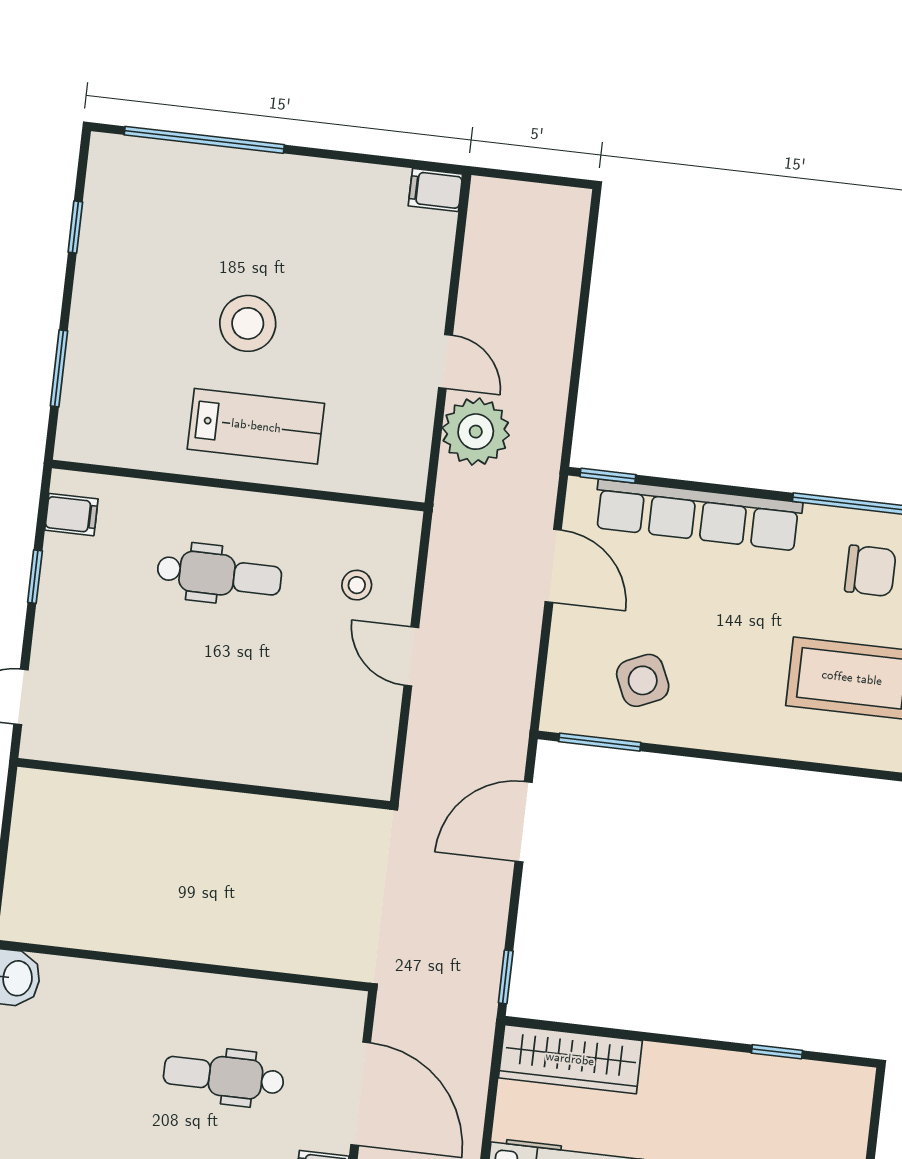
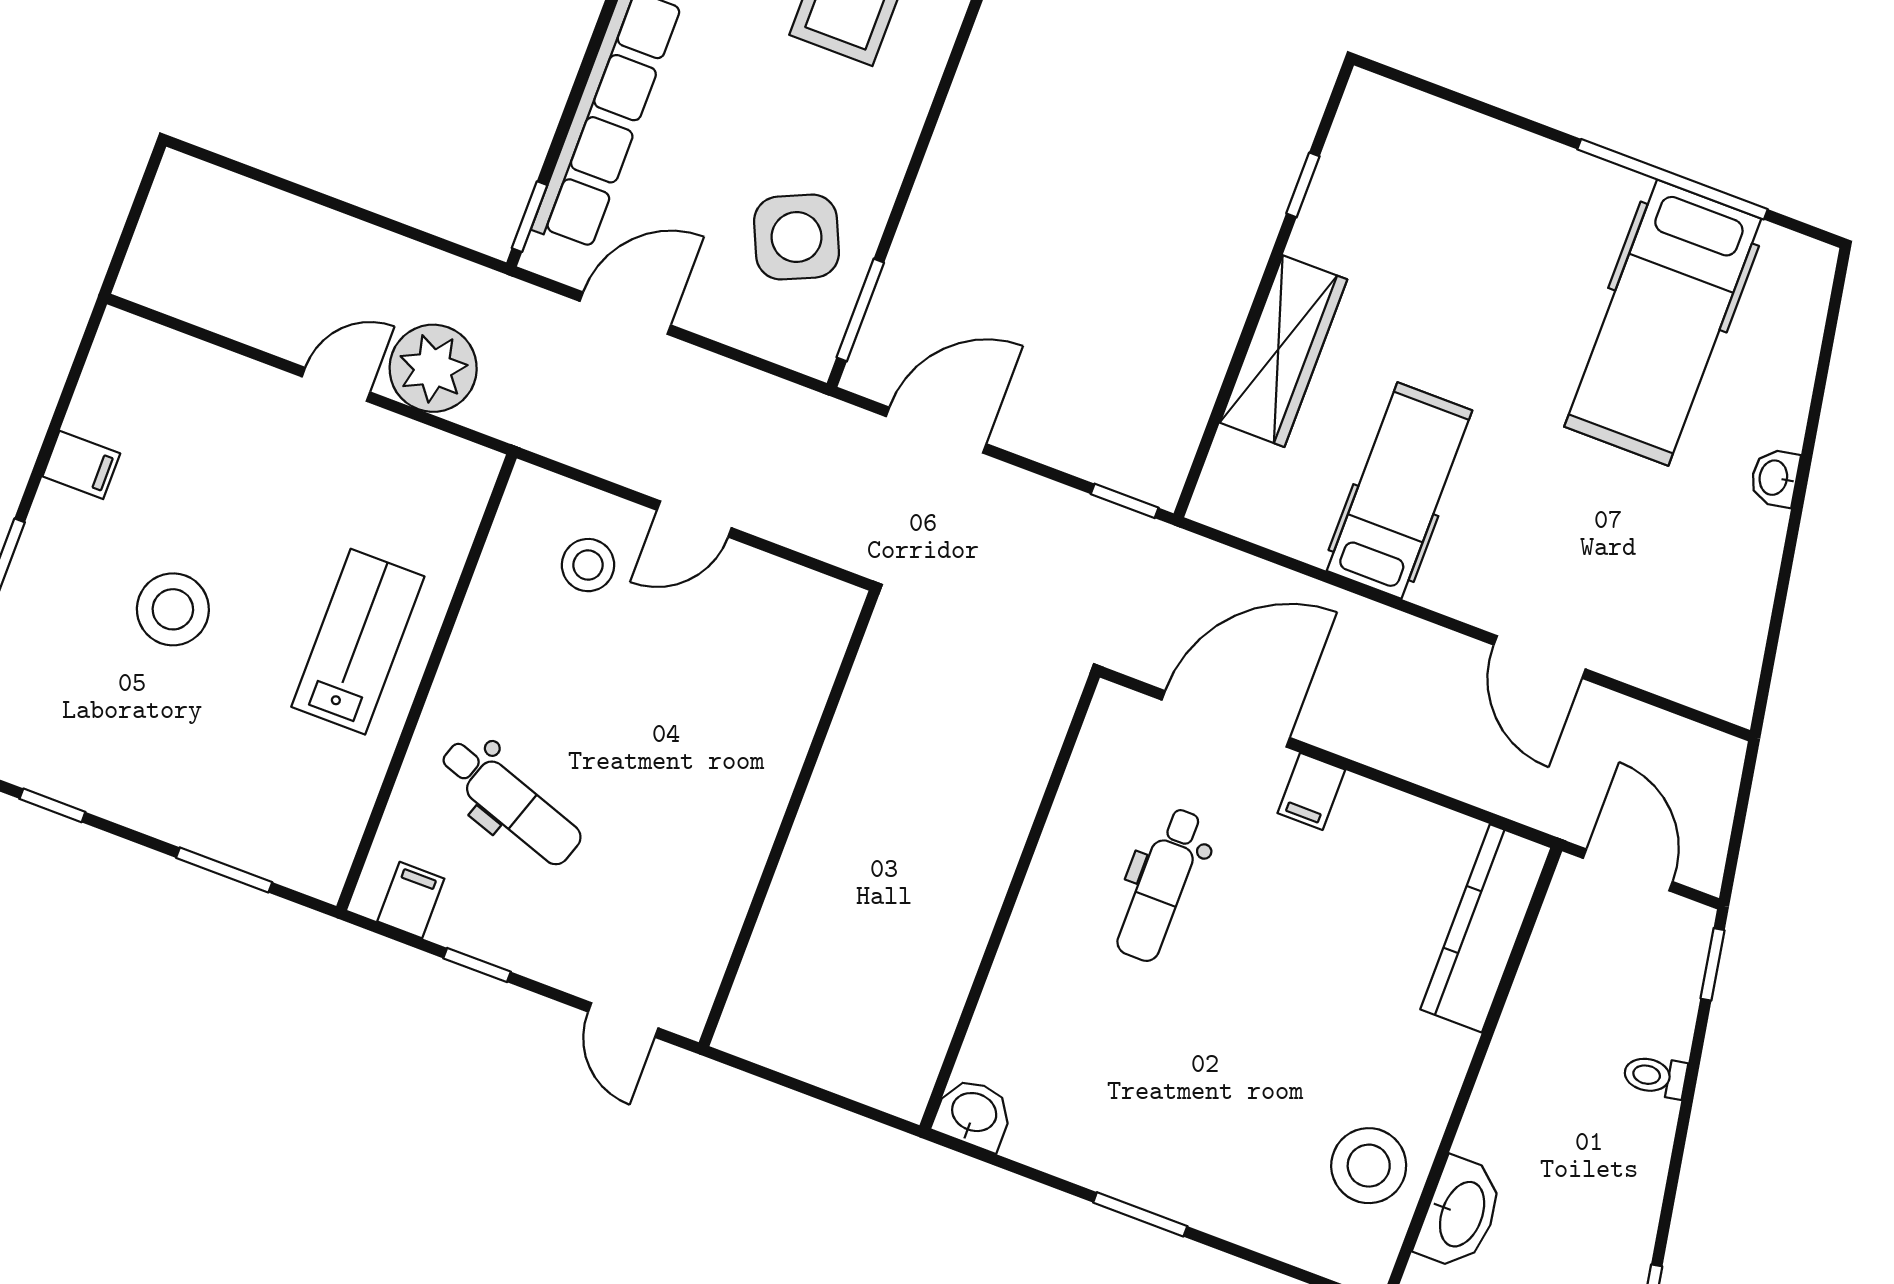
filing cabinet: (435, 190) -> (81, 465), moved, turned -90
stool: (248, 323) -> (173, 609), moved
dental chair: (219, 575) -> (510, 802), moved, turned 109
stool: (357, 585) -> (588, 565), width x1.37, depth x1.37
side table: (643, 680) -> (796, 237), width x1.37, depth x1.37
door: (524, 822) -> (936, 430), swing flipped
wardrobe: (570, 1059) -> (1283, 351), moved

